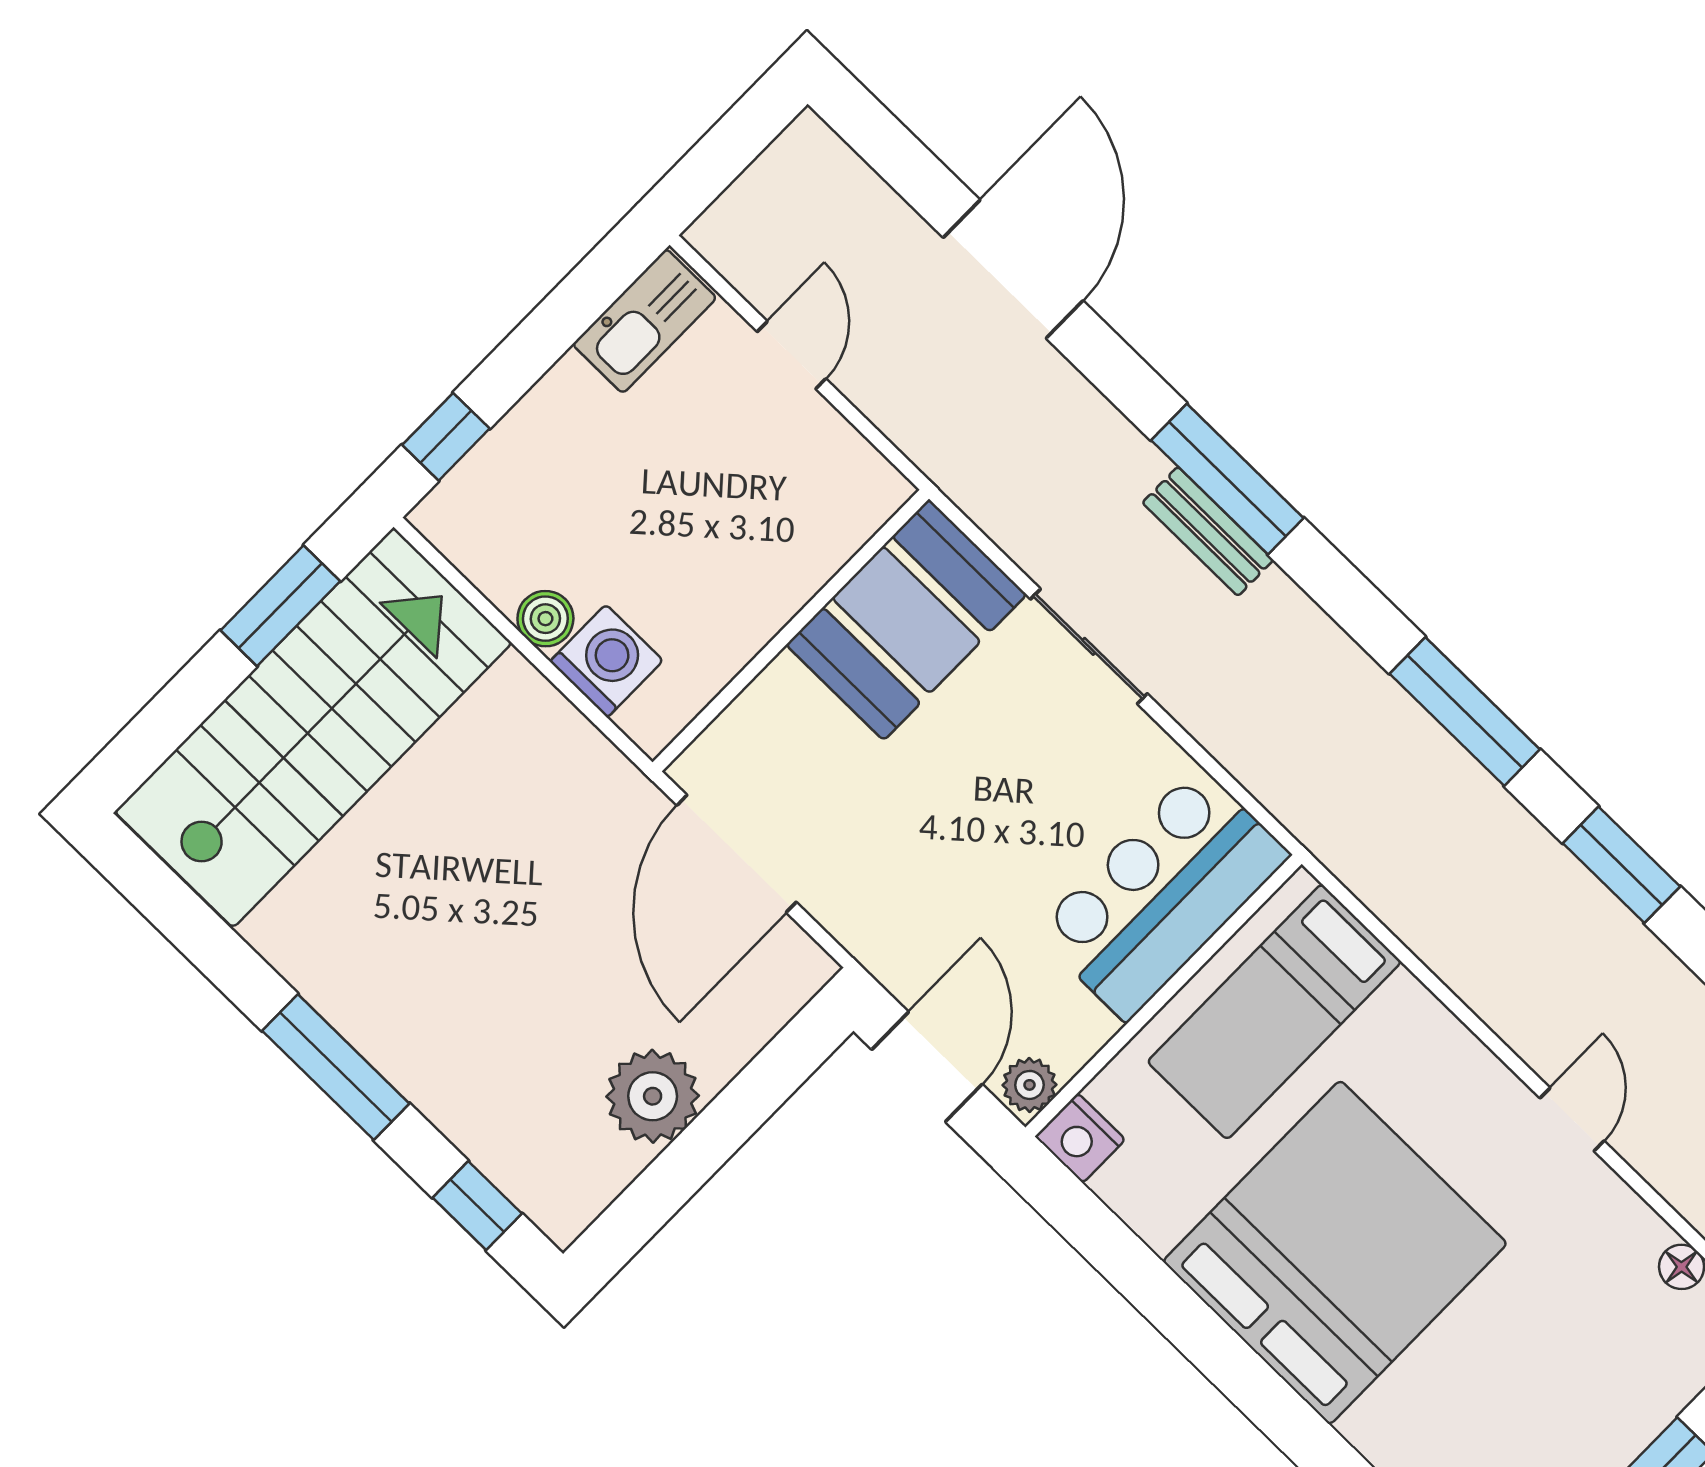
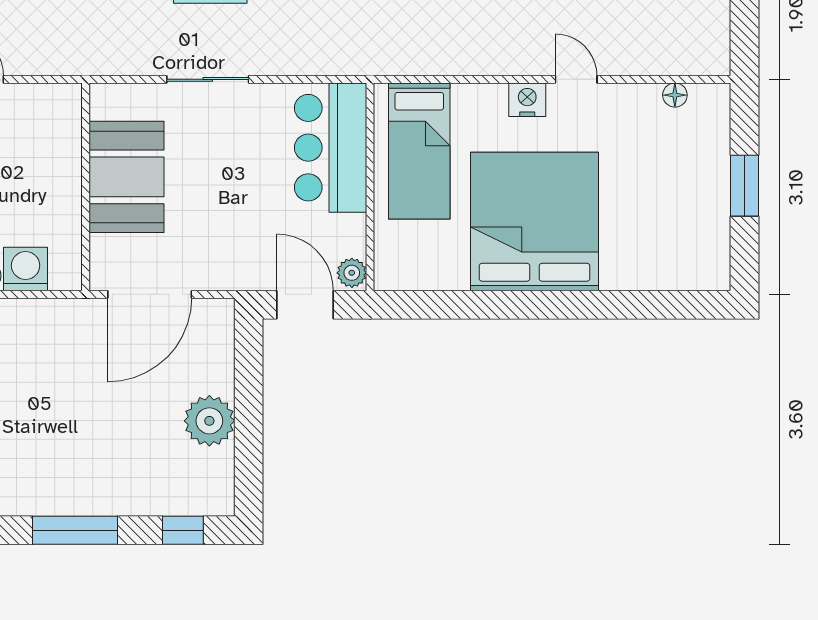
booth: (906, 620) -> (127, 177), moved
door: (737, 854) -> (150, 294), hinge flipped
nightstand: (1080, 1138) -> (527, 100), moved, turned 180

